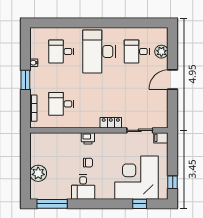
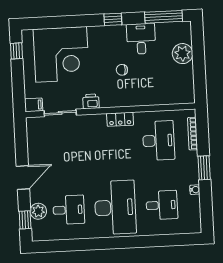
window: (173, 45) -> (25, 220), added
desk: (61, 104) -> (159, 141), width x1.37
locker: (111, 123) -> (120, 119), moved
printer: (88, 138) -> (91, 101), moved
desk: (83, 187) -> (141, 39), moved
window: (140, 204) -> (113, 19), moved

